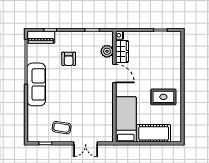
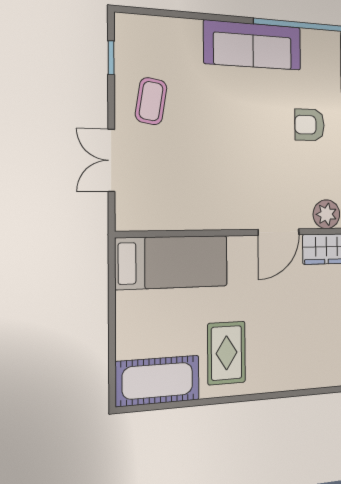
cot: (154, 133) -> (158, 381), moved, turned 90

